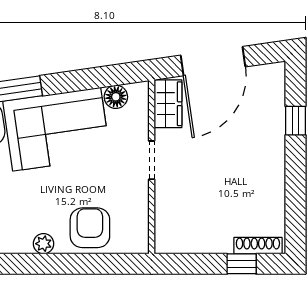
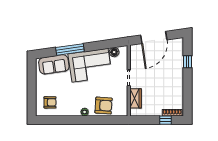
wardrobe: (168, 104) -> (135, 98), moved
armchair: (90, 228) -> (104, 106), turned 94

